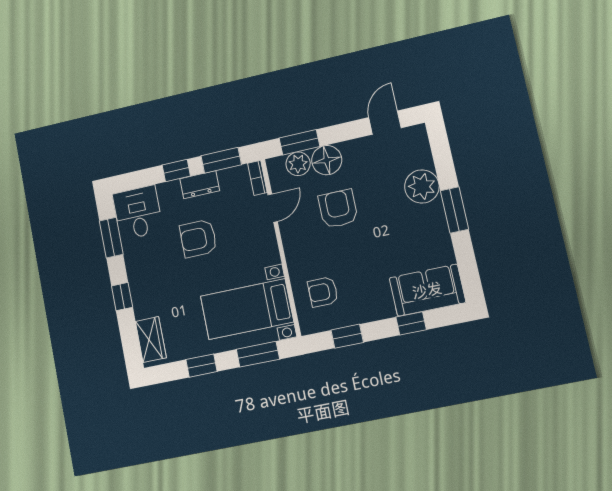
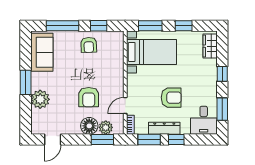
dresser: (200, 185) -> (164, 128), width x1.44
sofa: (427, 290) -> (42, 52), moved, turned -90
armchair: (323, 292) -> (89, 45), moved, turned 88
window: (411, 323) -> (62, 26), width x2.17

